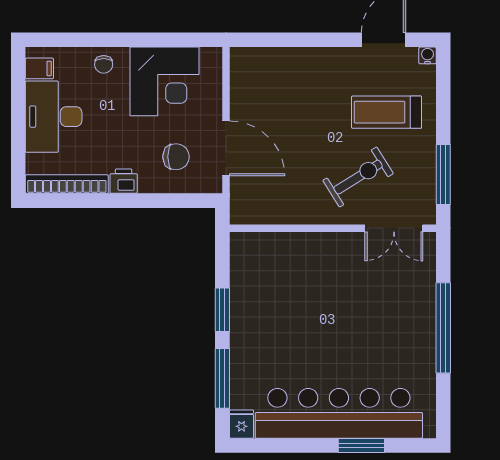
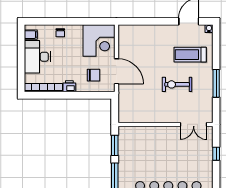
corner desk: (165, 81) -> (99, 41), moved
exercise bike: (358, 177) -> (177, 84), turned -148
wall: (333, 228) -> (165, 124), moved
double door: (394, 228) -> (194, 124), moved
window: (443, 328) -> (216, 154), width x0.32

